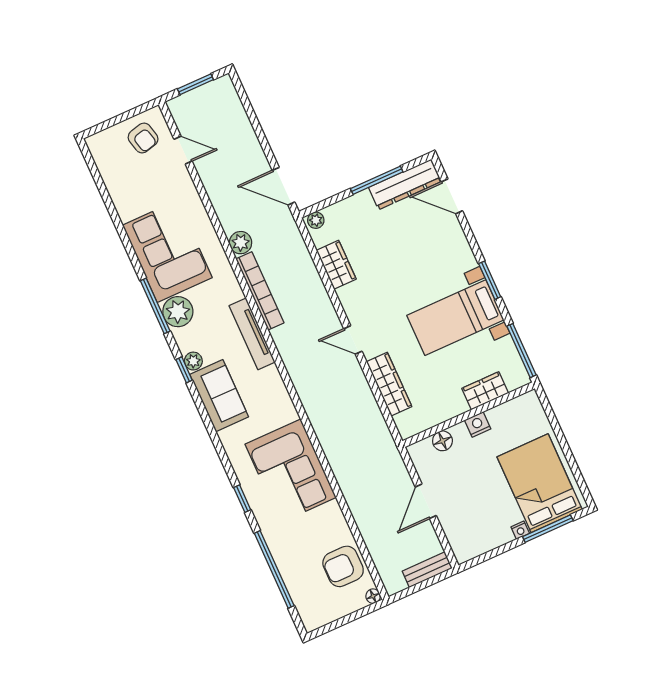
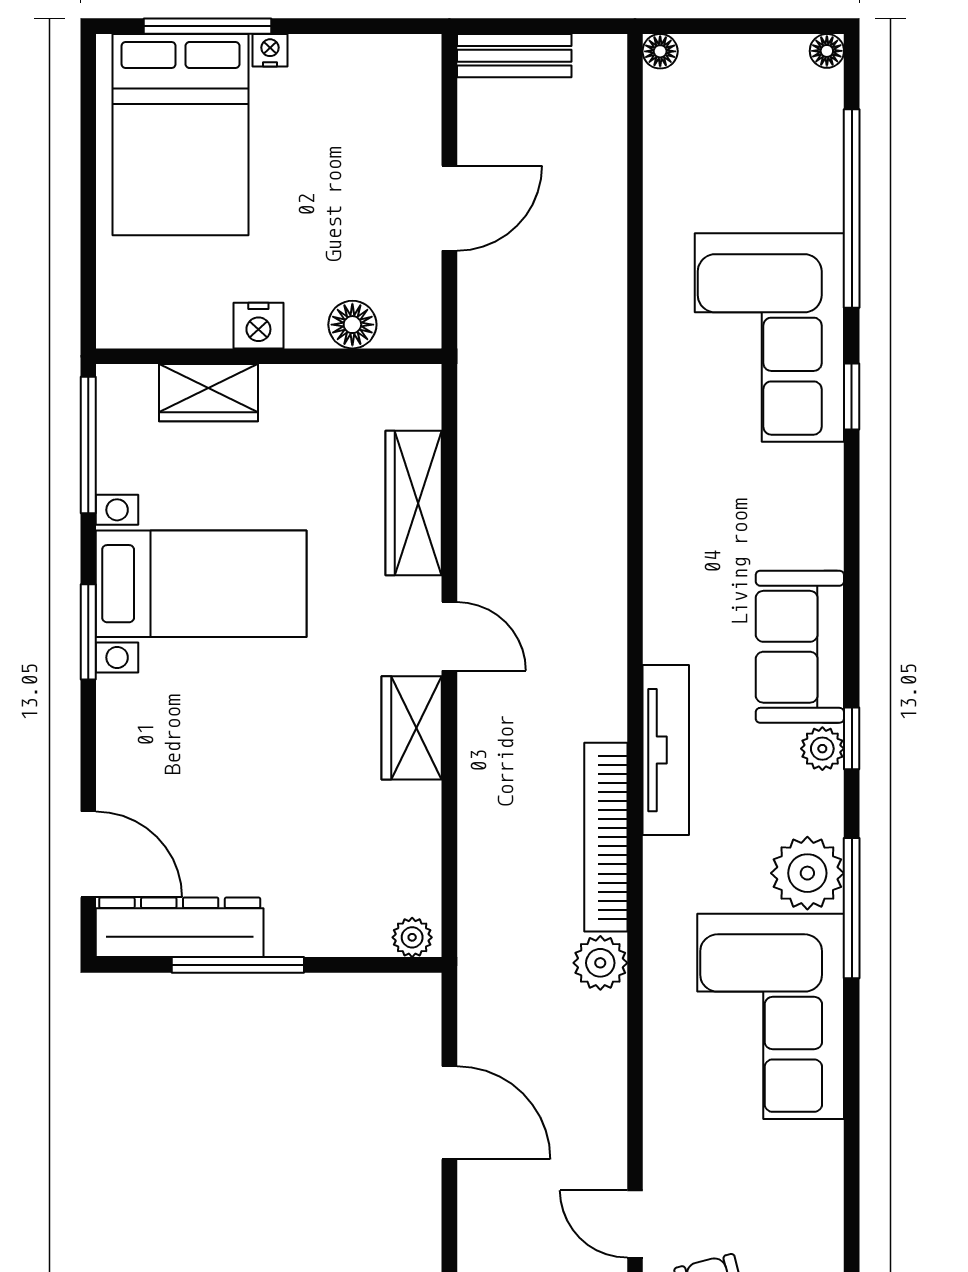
door: (284, 186) -> (449, 1113), moved
wardrobe: (336, 265) -> (412, 728), moved
corner sofa: (291, 471) -> (769, 338), moved, turned 180
armchair: (343, 566) -> (697, 147), removed
floor lamp: (310, 625) -> (827, 51), added

